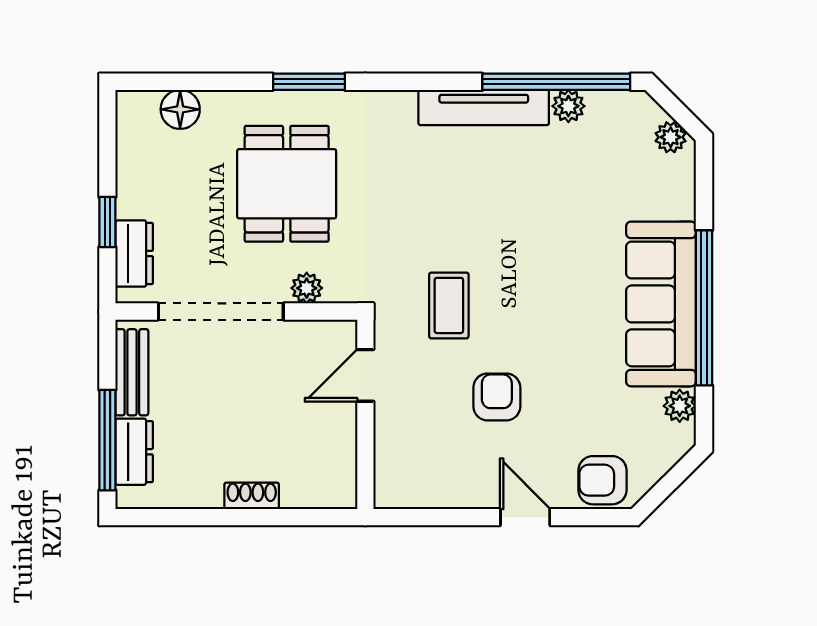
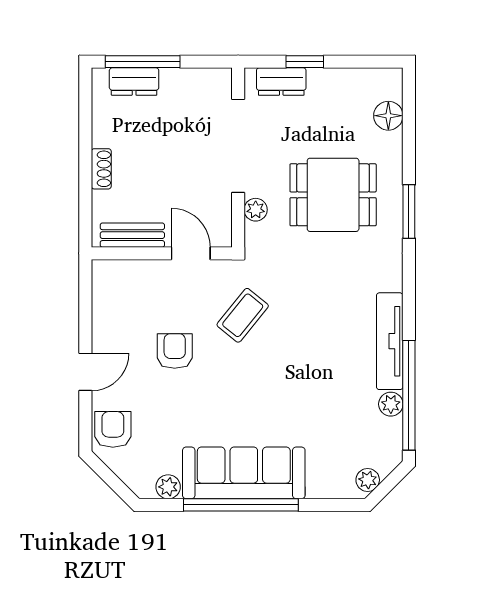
coffee table: (449, 305) -> (243, 315), turned -51
bench: (132, 372) -> (132, 235), moved
armchair: (497, 397) -> (175, 351), turned -90

